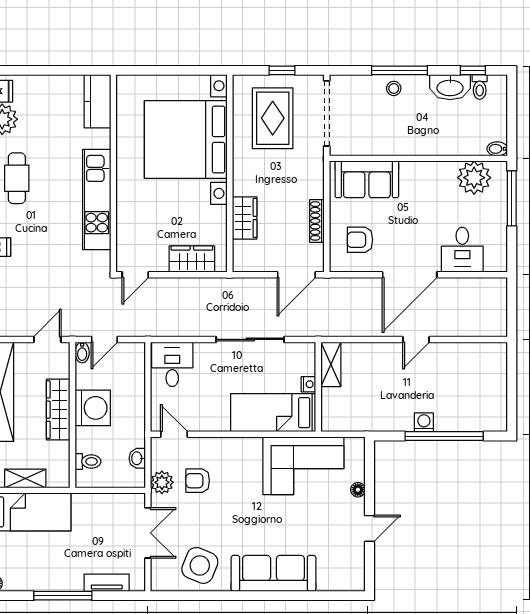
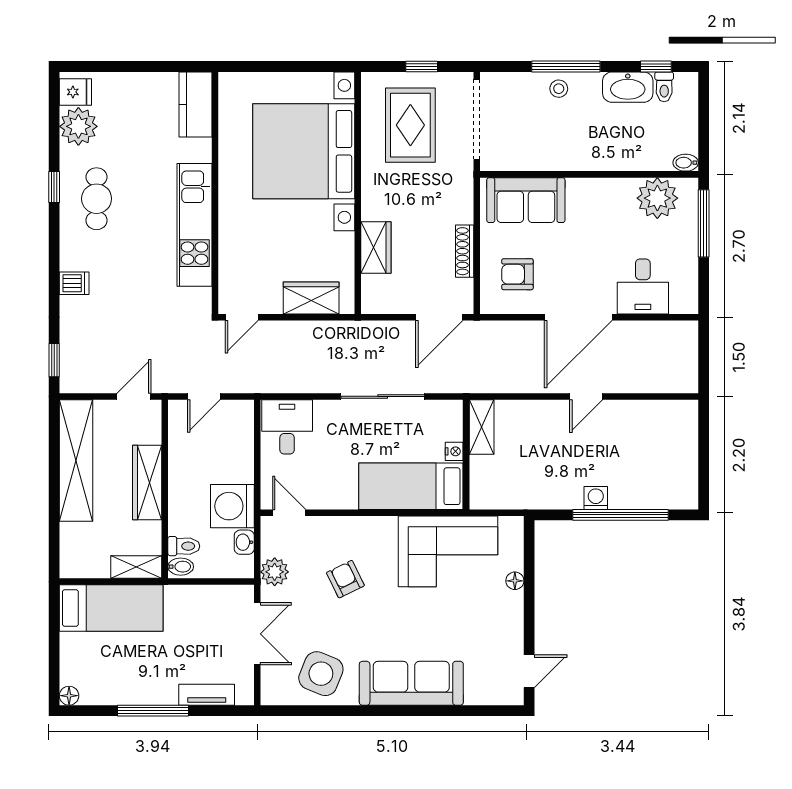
bidet: (82, 352) -> (181, 567), moved, turned -90
washing machine: (93, 408) -> (232, 506), moved, turned 180
shelving: (25, 479) -> (136, 567), moved
armchair: (198, 481) -> (345, 579), moved, turned 64
door: (370, 528) -> (529, 671), moved

